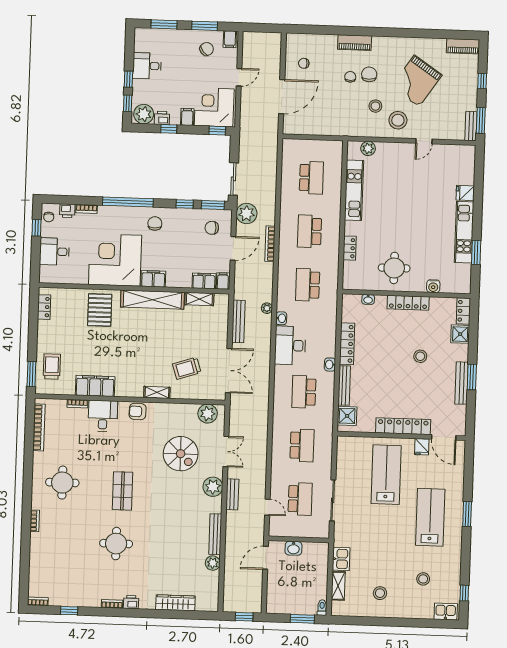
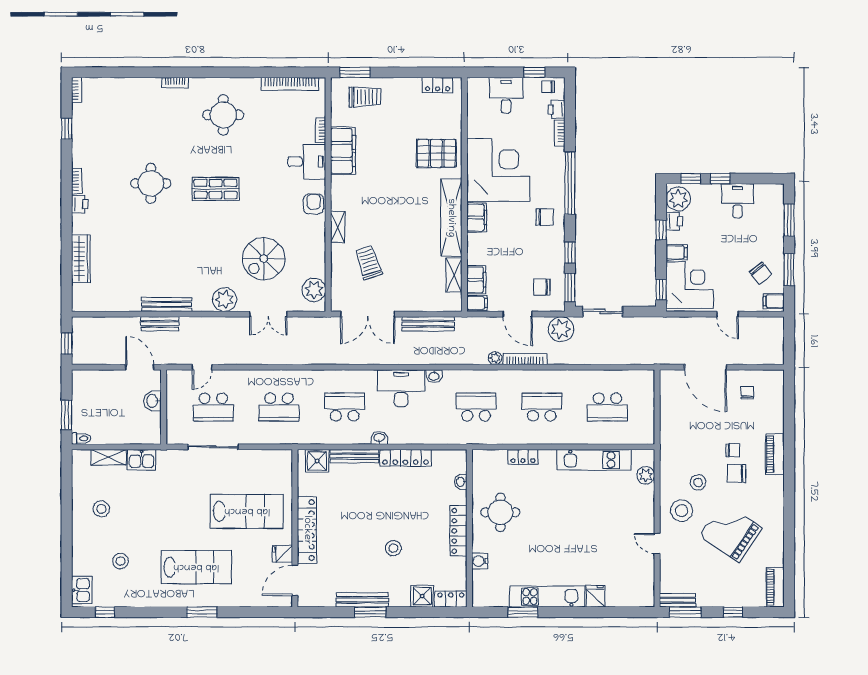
chair: (369, 74) -> (737, 473), turned 180
chair: (212, 228) -> (542, 287), turned -90
plant: (267, 308) -> (495, 358), moved
bench: (232, 494) -> (160, 324), moved
plant: (213, 563) -> (131, 303), removed

